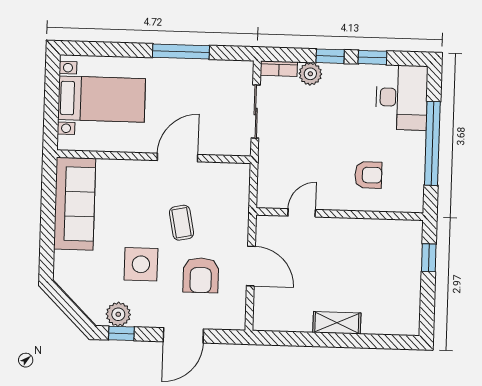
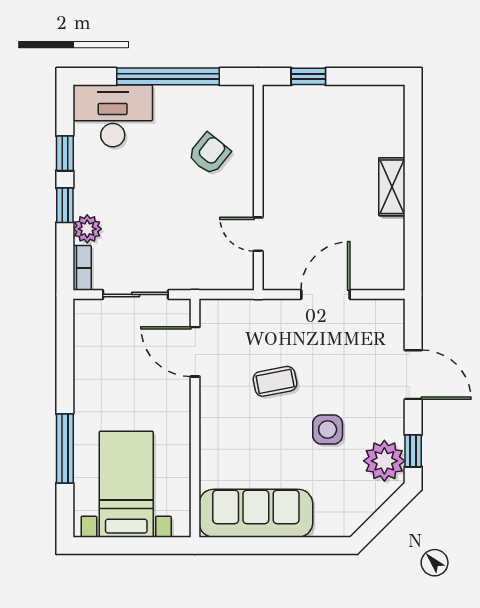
window: (181, 51) -> (65, 448), moved
door: (178, 158) -> (195, 352), moved
armchair: (368, 175) -> (209, 154), turned 39
side table: (141, 264) -> (328, 429), width x0.73, depth x0.73
armchair: (201, 275) -> (339, 356), removed
plant: (118, 314) -> (384, 461), width x1.36, depth x1.36

